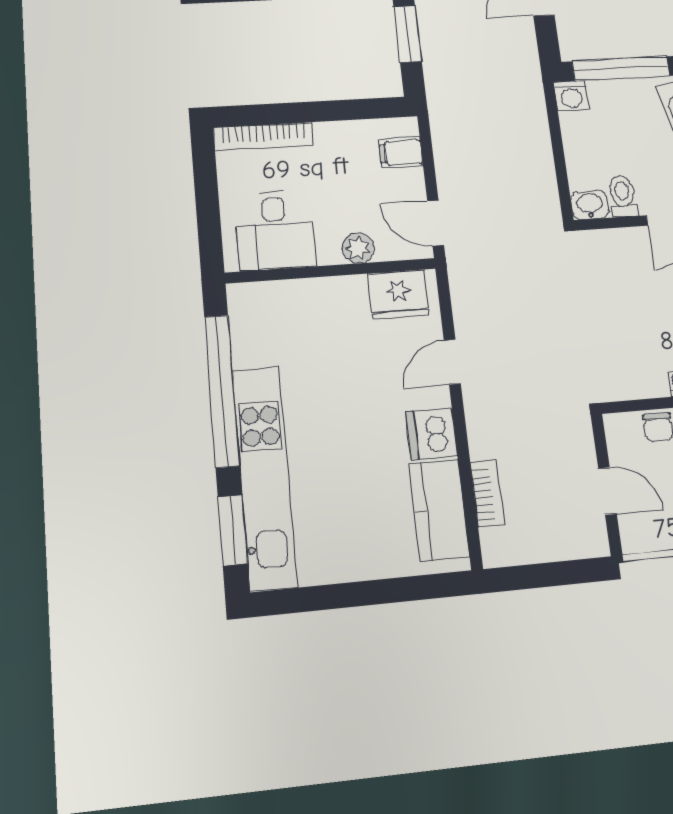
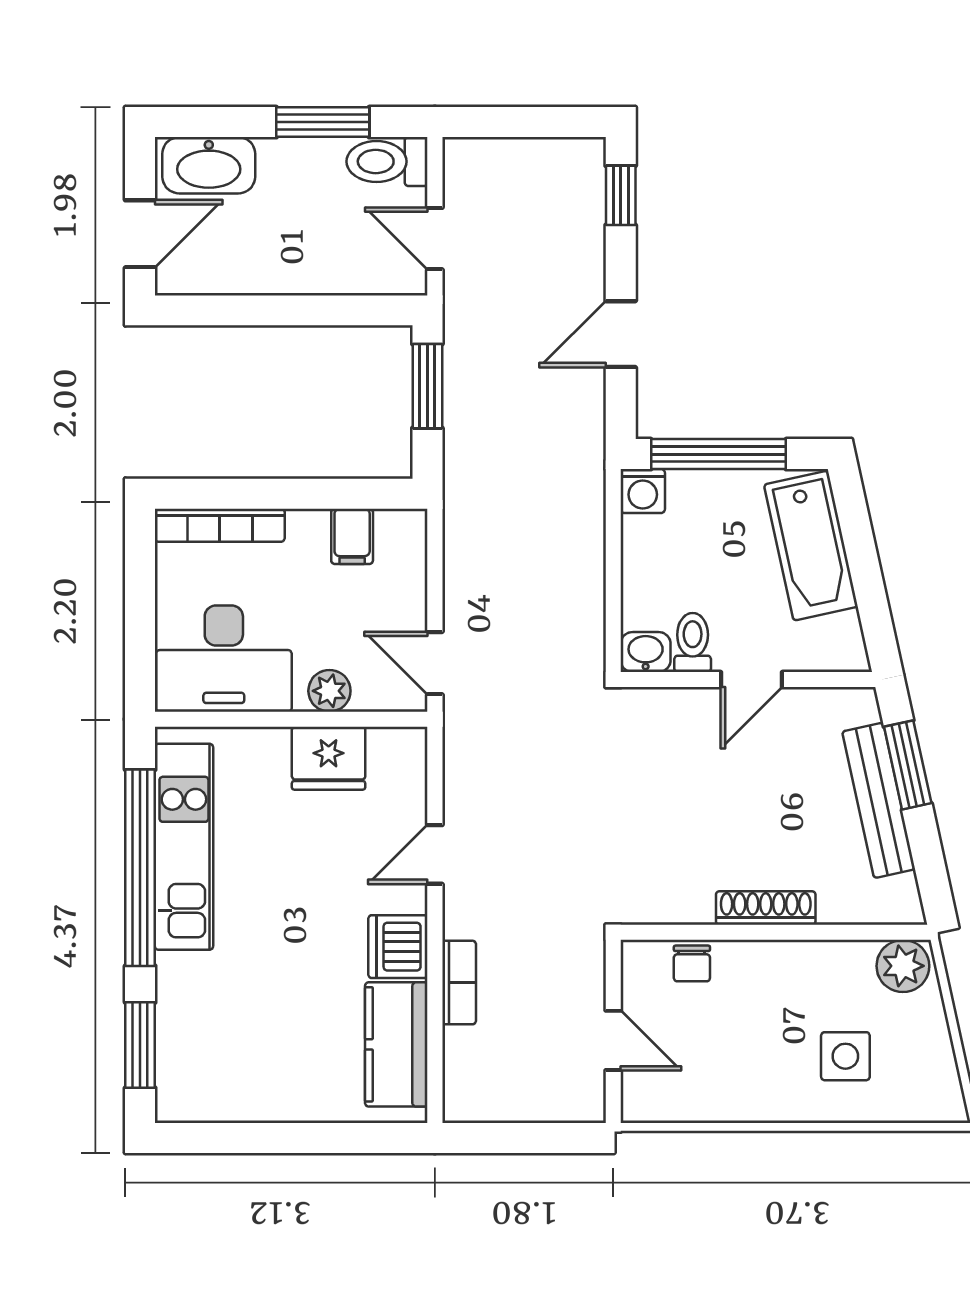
filing cabinet: (401, 153) -> (352, 536), moved, turned -90
desk: (275, 230) -> (224, 659), width x1.37
fridge: (398, 294) -> (329, 758), moved
kitchen unit: (264, 477) -> (184, 847), moved, width x0.73
bookcase: (487, 494) -> (459, 983), moved

